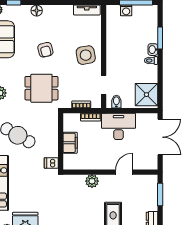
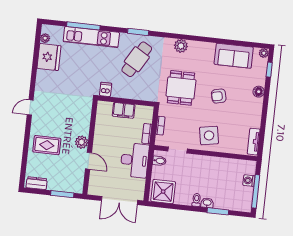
plant: (92, 181) -> (82, 142), moved

